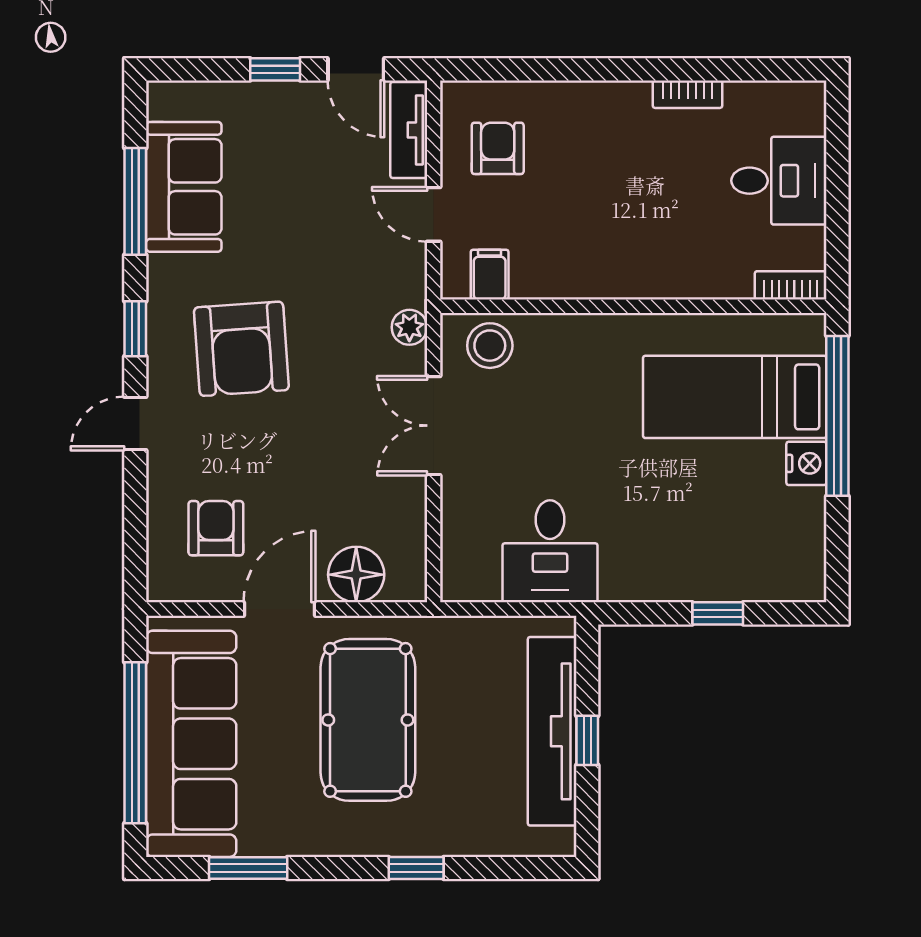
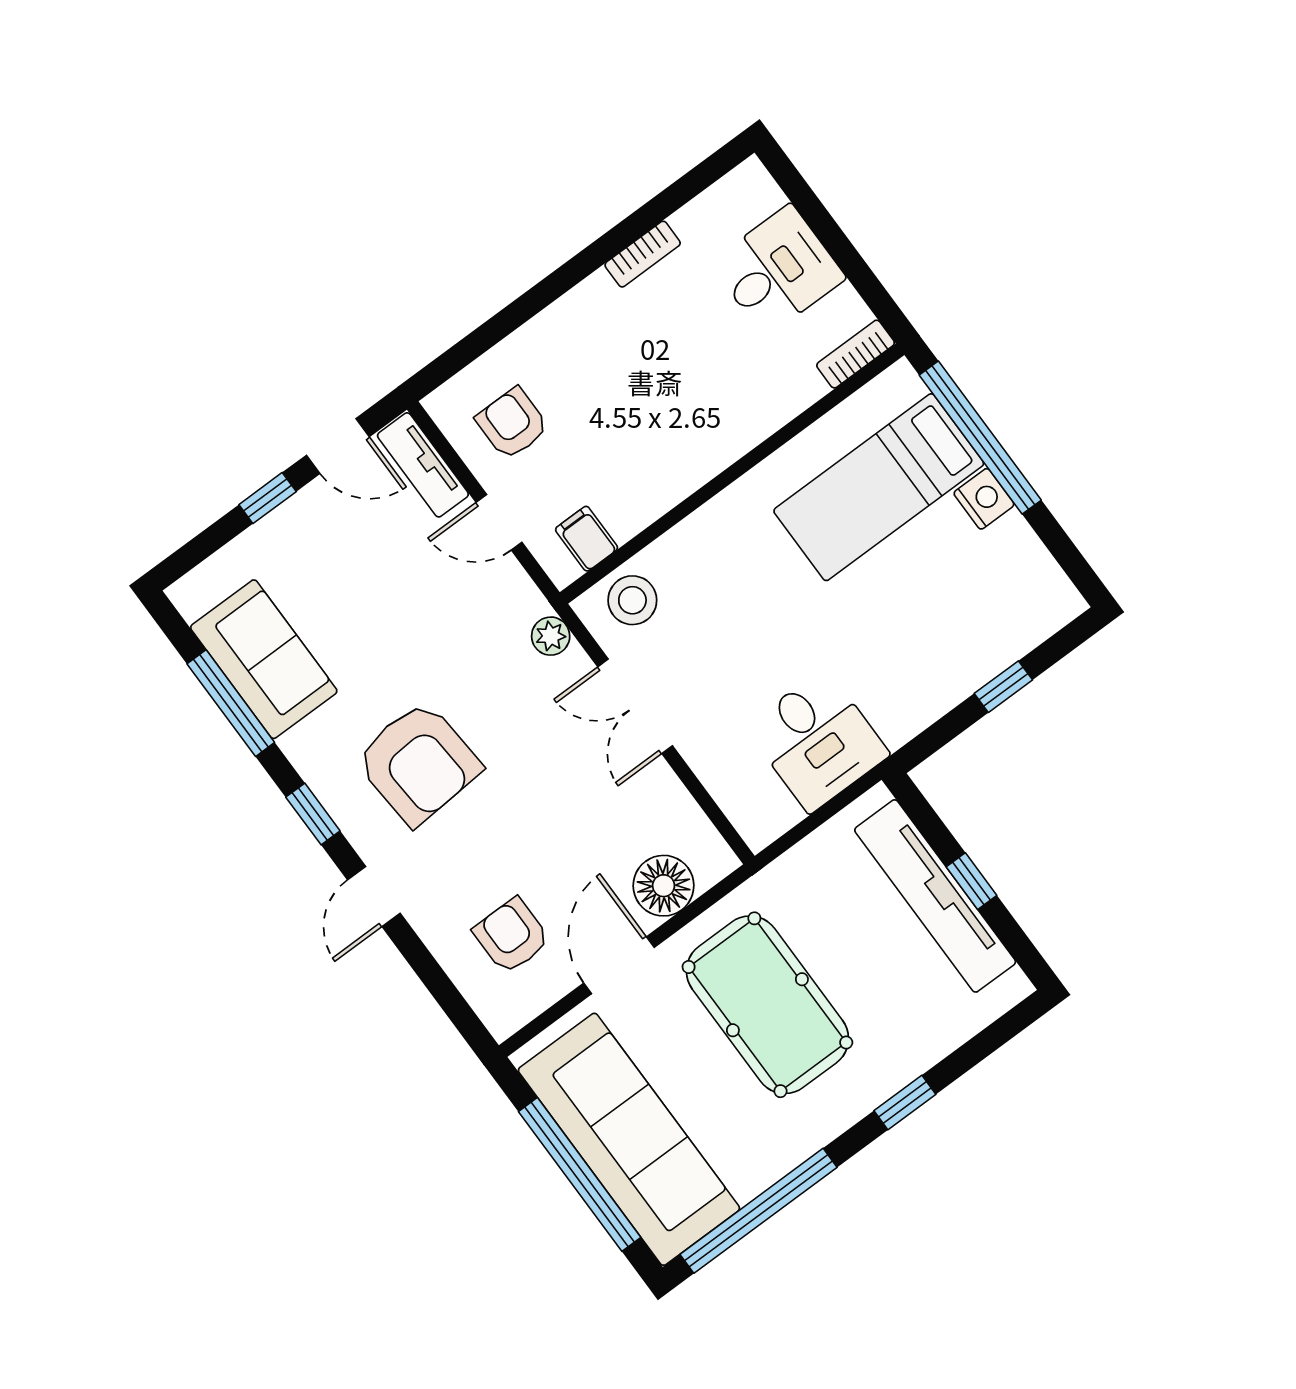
window: (248, 868) -> (759, 1211), width x2.11

